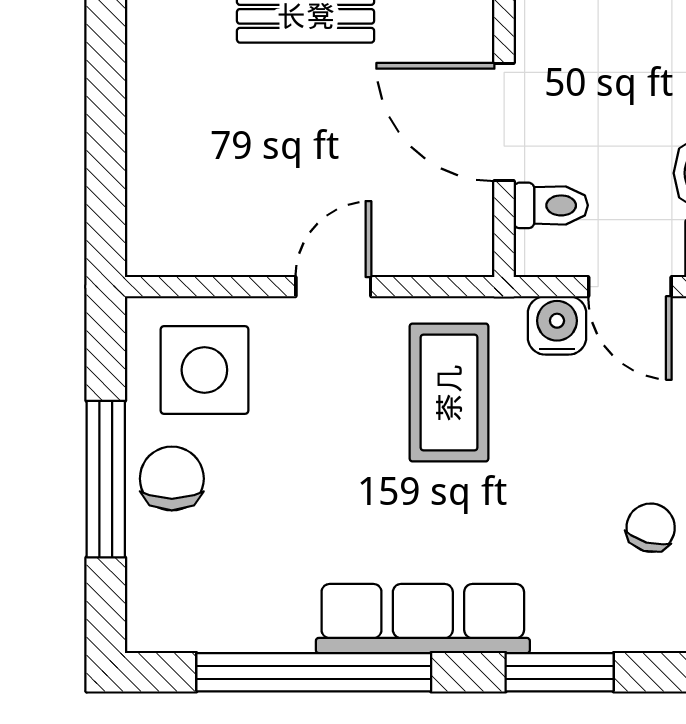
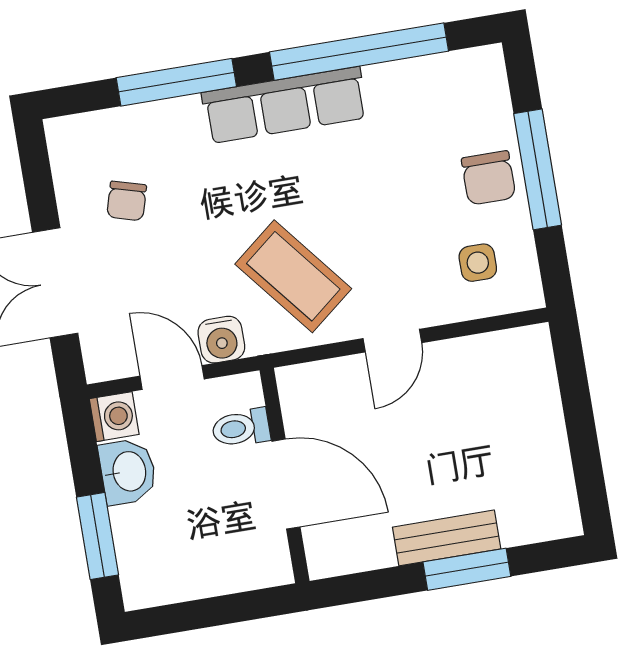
side table: (204, 370) -> (478, 263), width x0.54, depth x0.54
coffee table: (449, 393) -> (293, 276), turned -39
window: (560, 672) -> (176, 82), width x1.44

